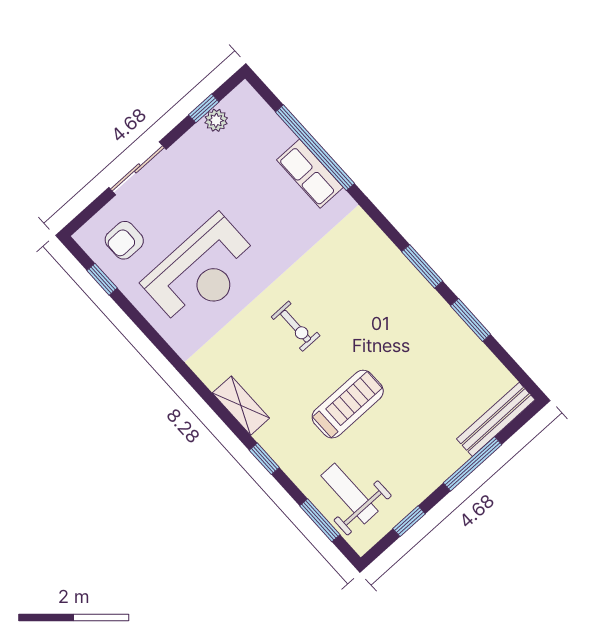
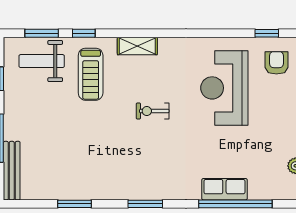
window: (422, 266) -> (145, 204), moved
treadmill: (348, 404) -> (91, 74), moved
window: (264, 459) -> (84, 33), moved
weight bench: (350, 493) -> (42, 61), turned 180

